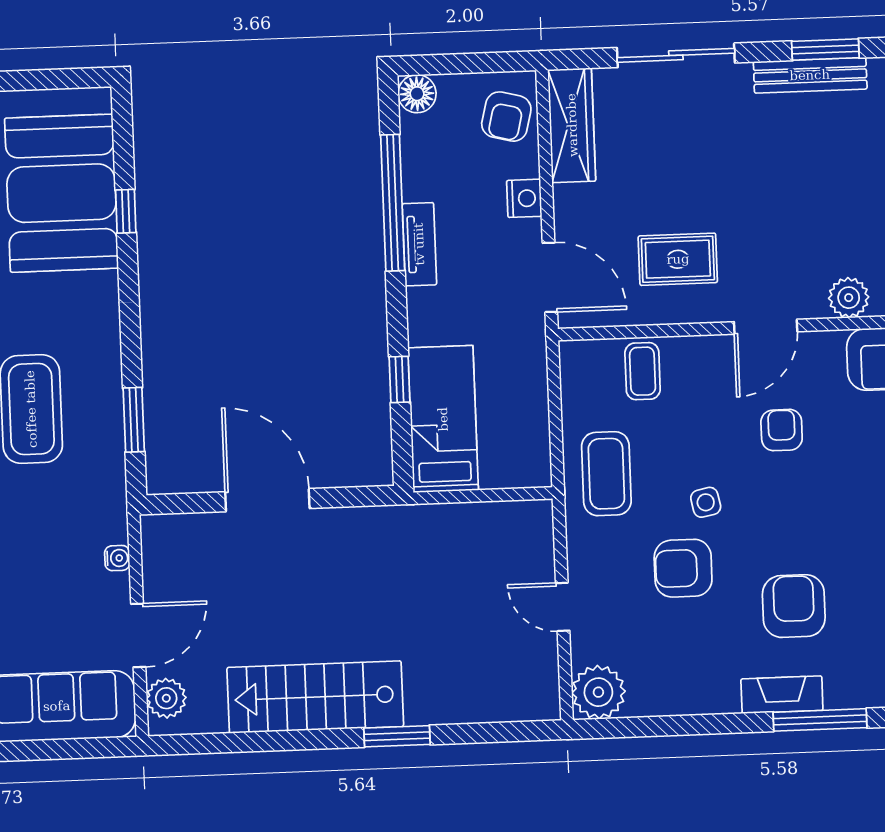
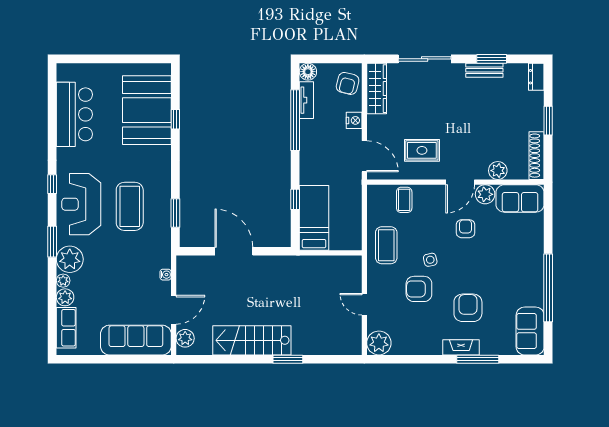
bench: (810, 75) -> (484, 70), width x0.73
tv unit: (419, 244) -> (306, 100), moved
plant: (822, 352) -> (485, 194), added

